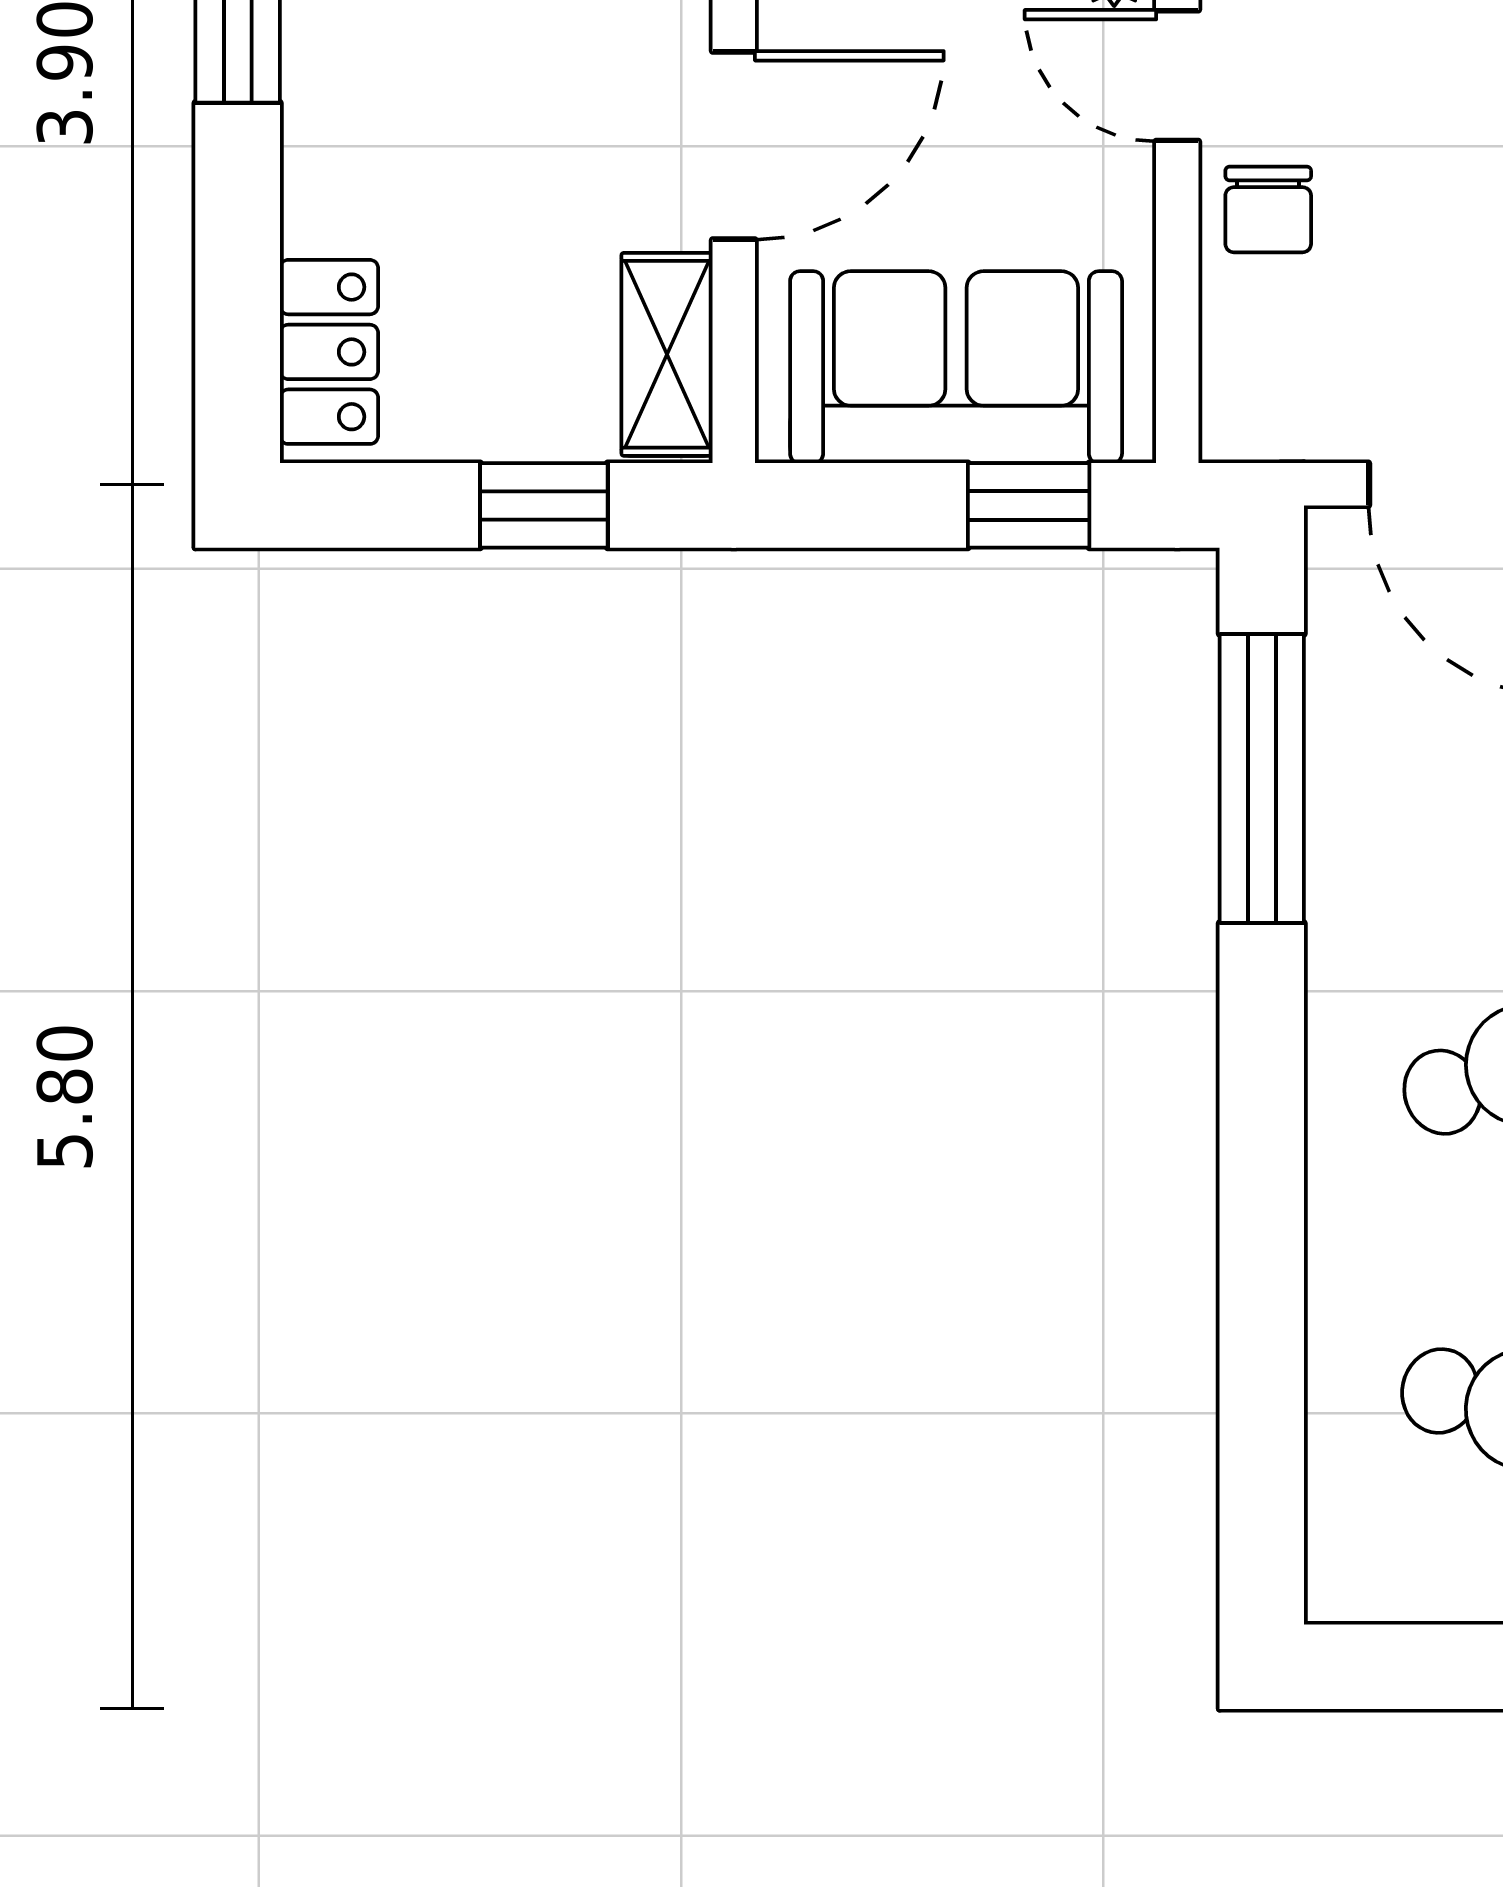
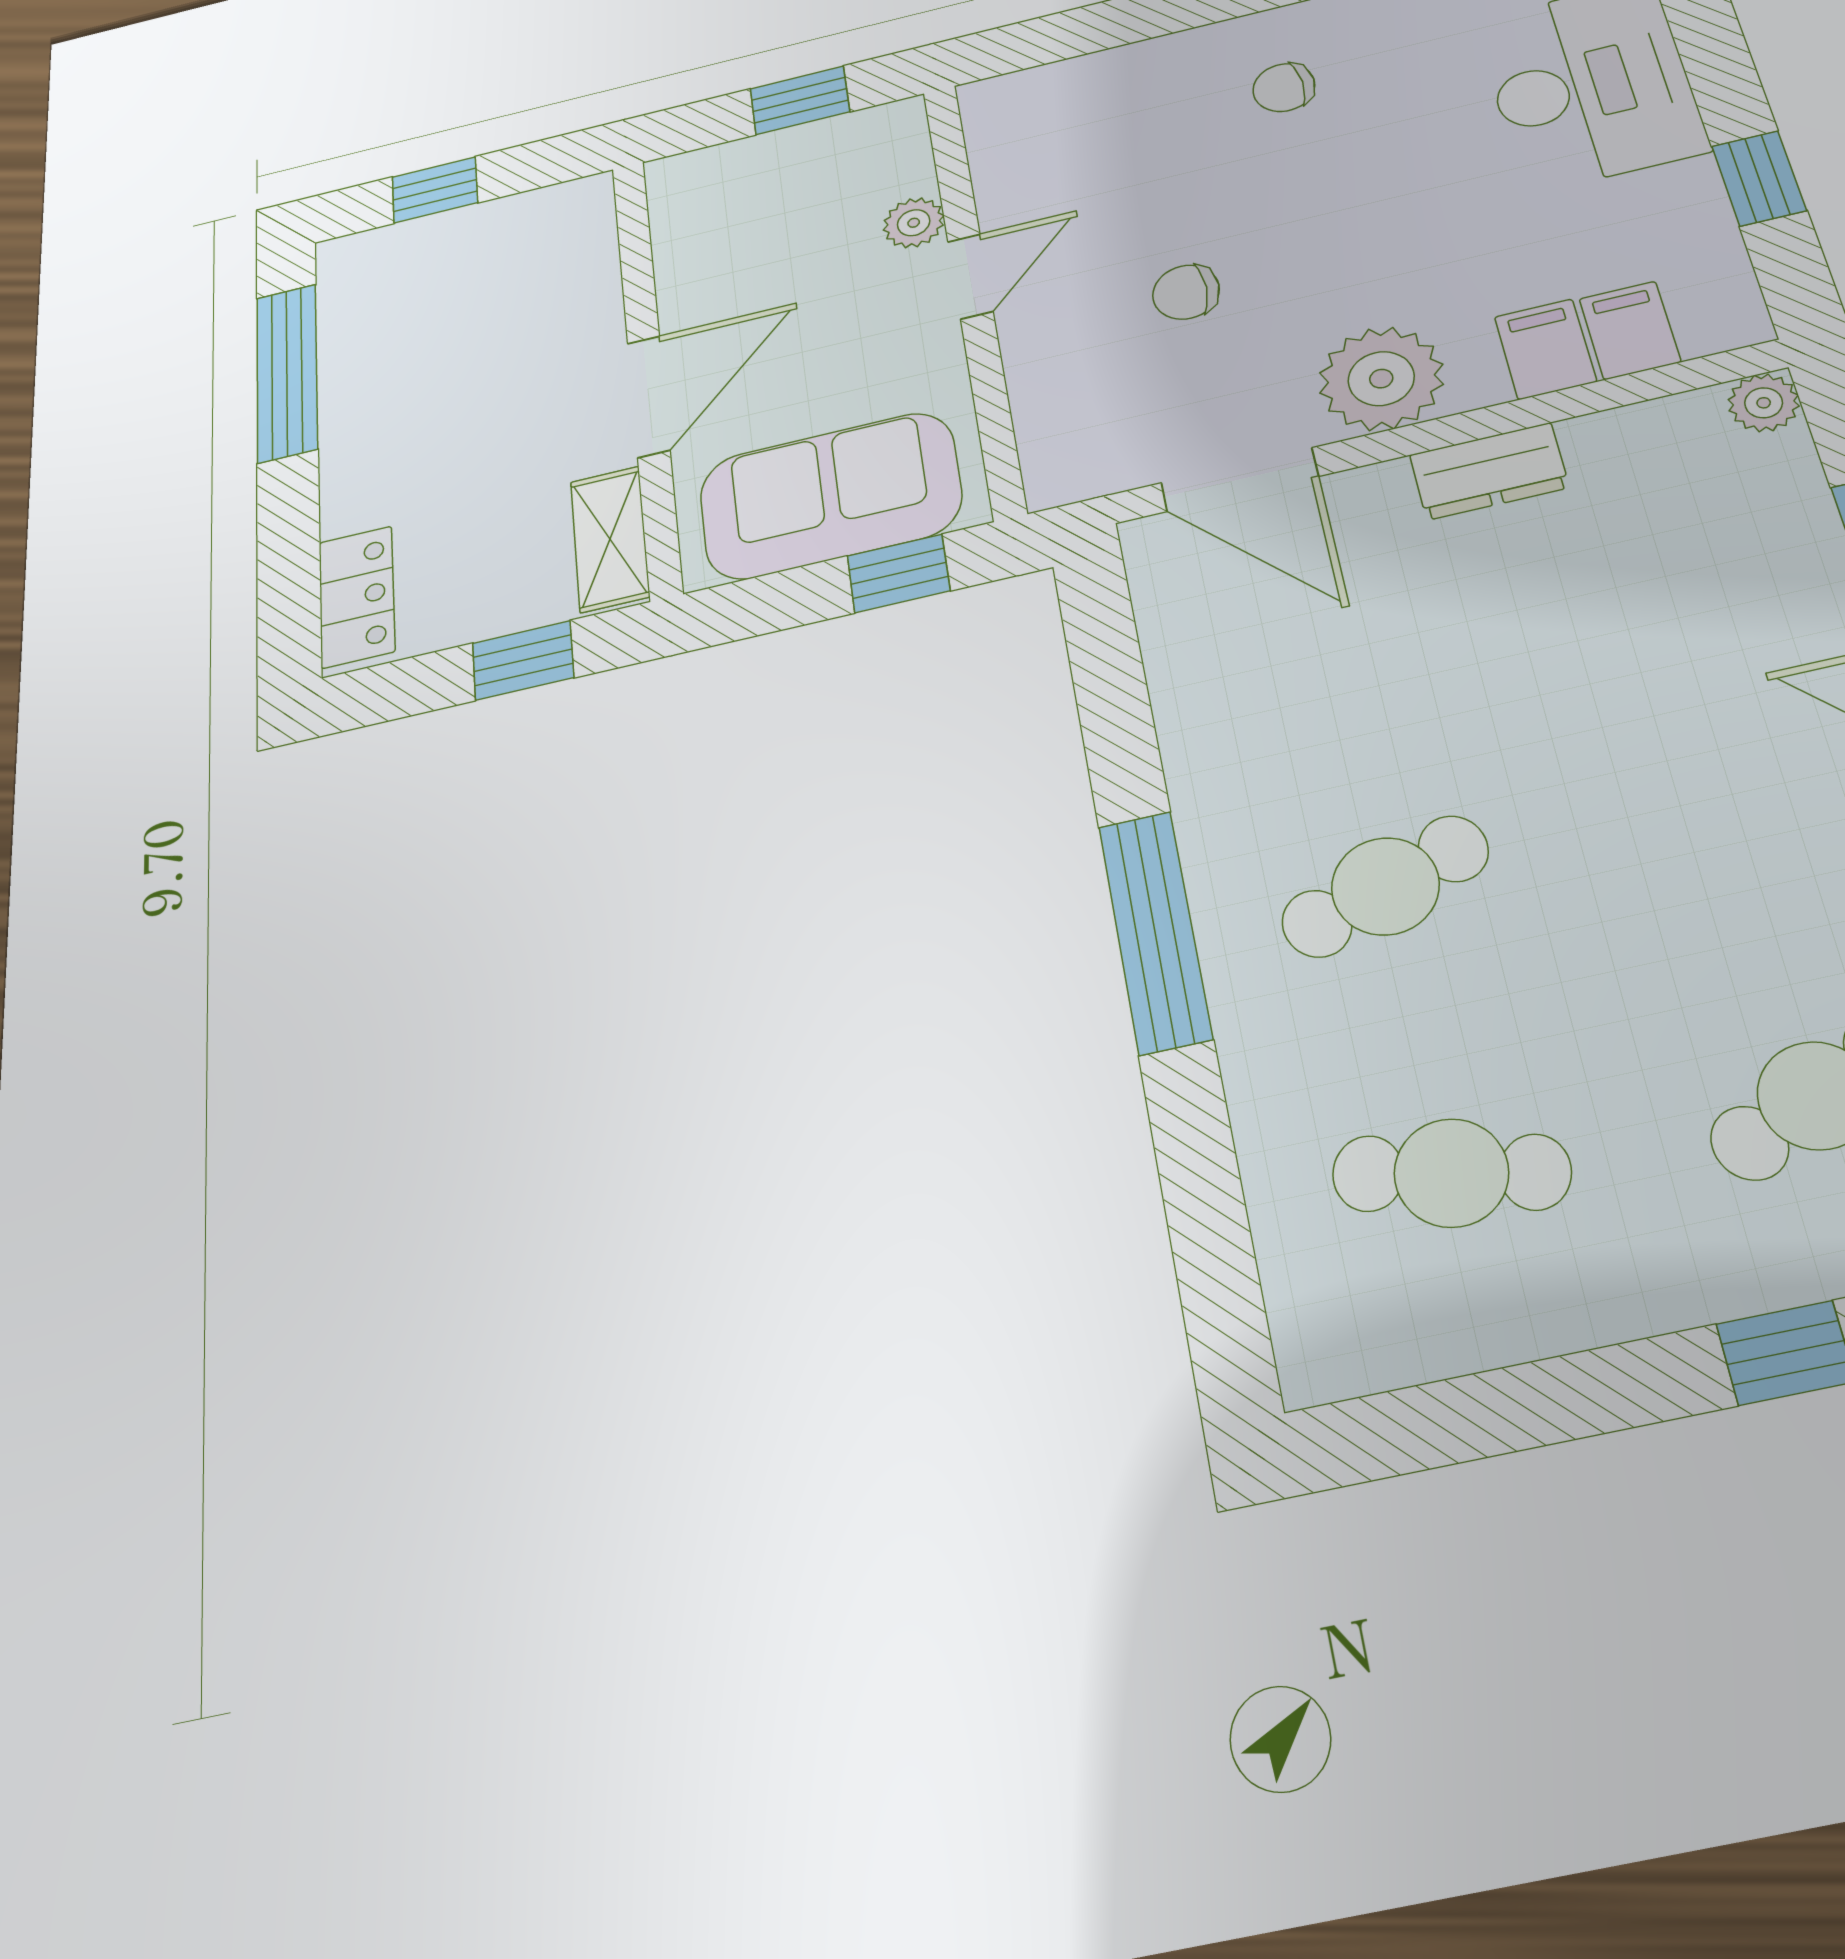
door: (1177, 76) -> (970, 276), swing flipped
chair: (1268, 209) -> (1186, 292), moved, turned 90
window: (1262, 779) -> (1155, 931), moved

